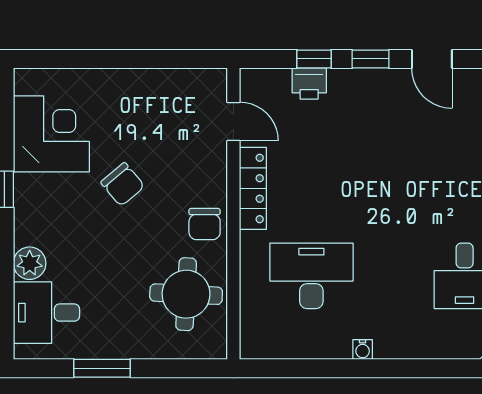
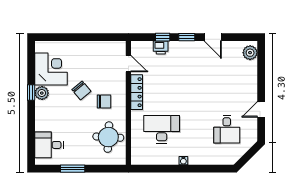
chair: (205, 224) -> (104, 101), moved, turned -90
plant: (30, 263) -> (42, 93), moved

